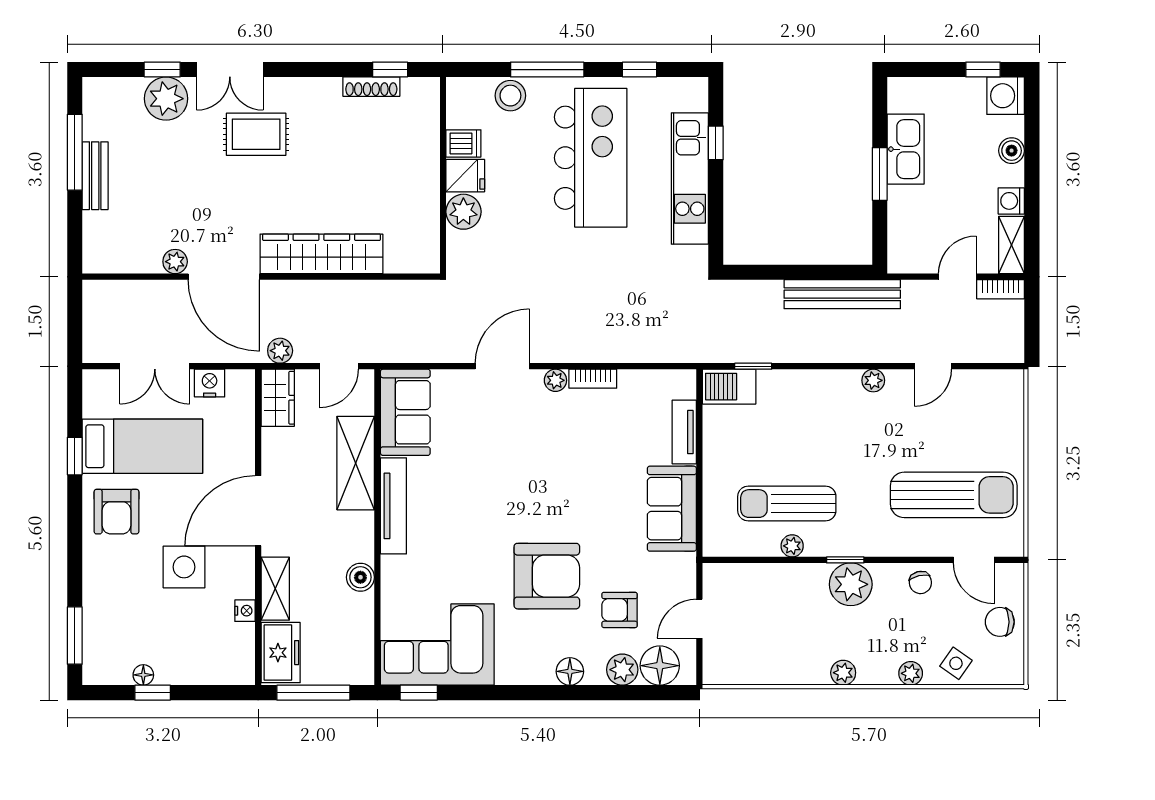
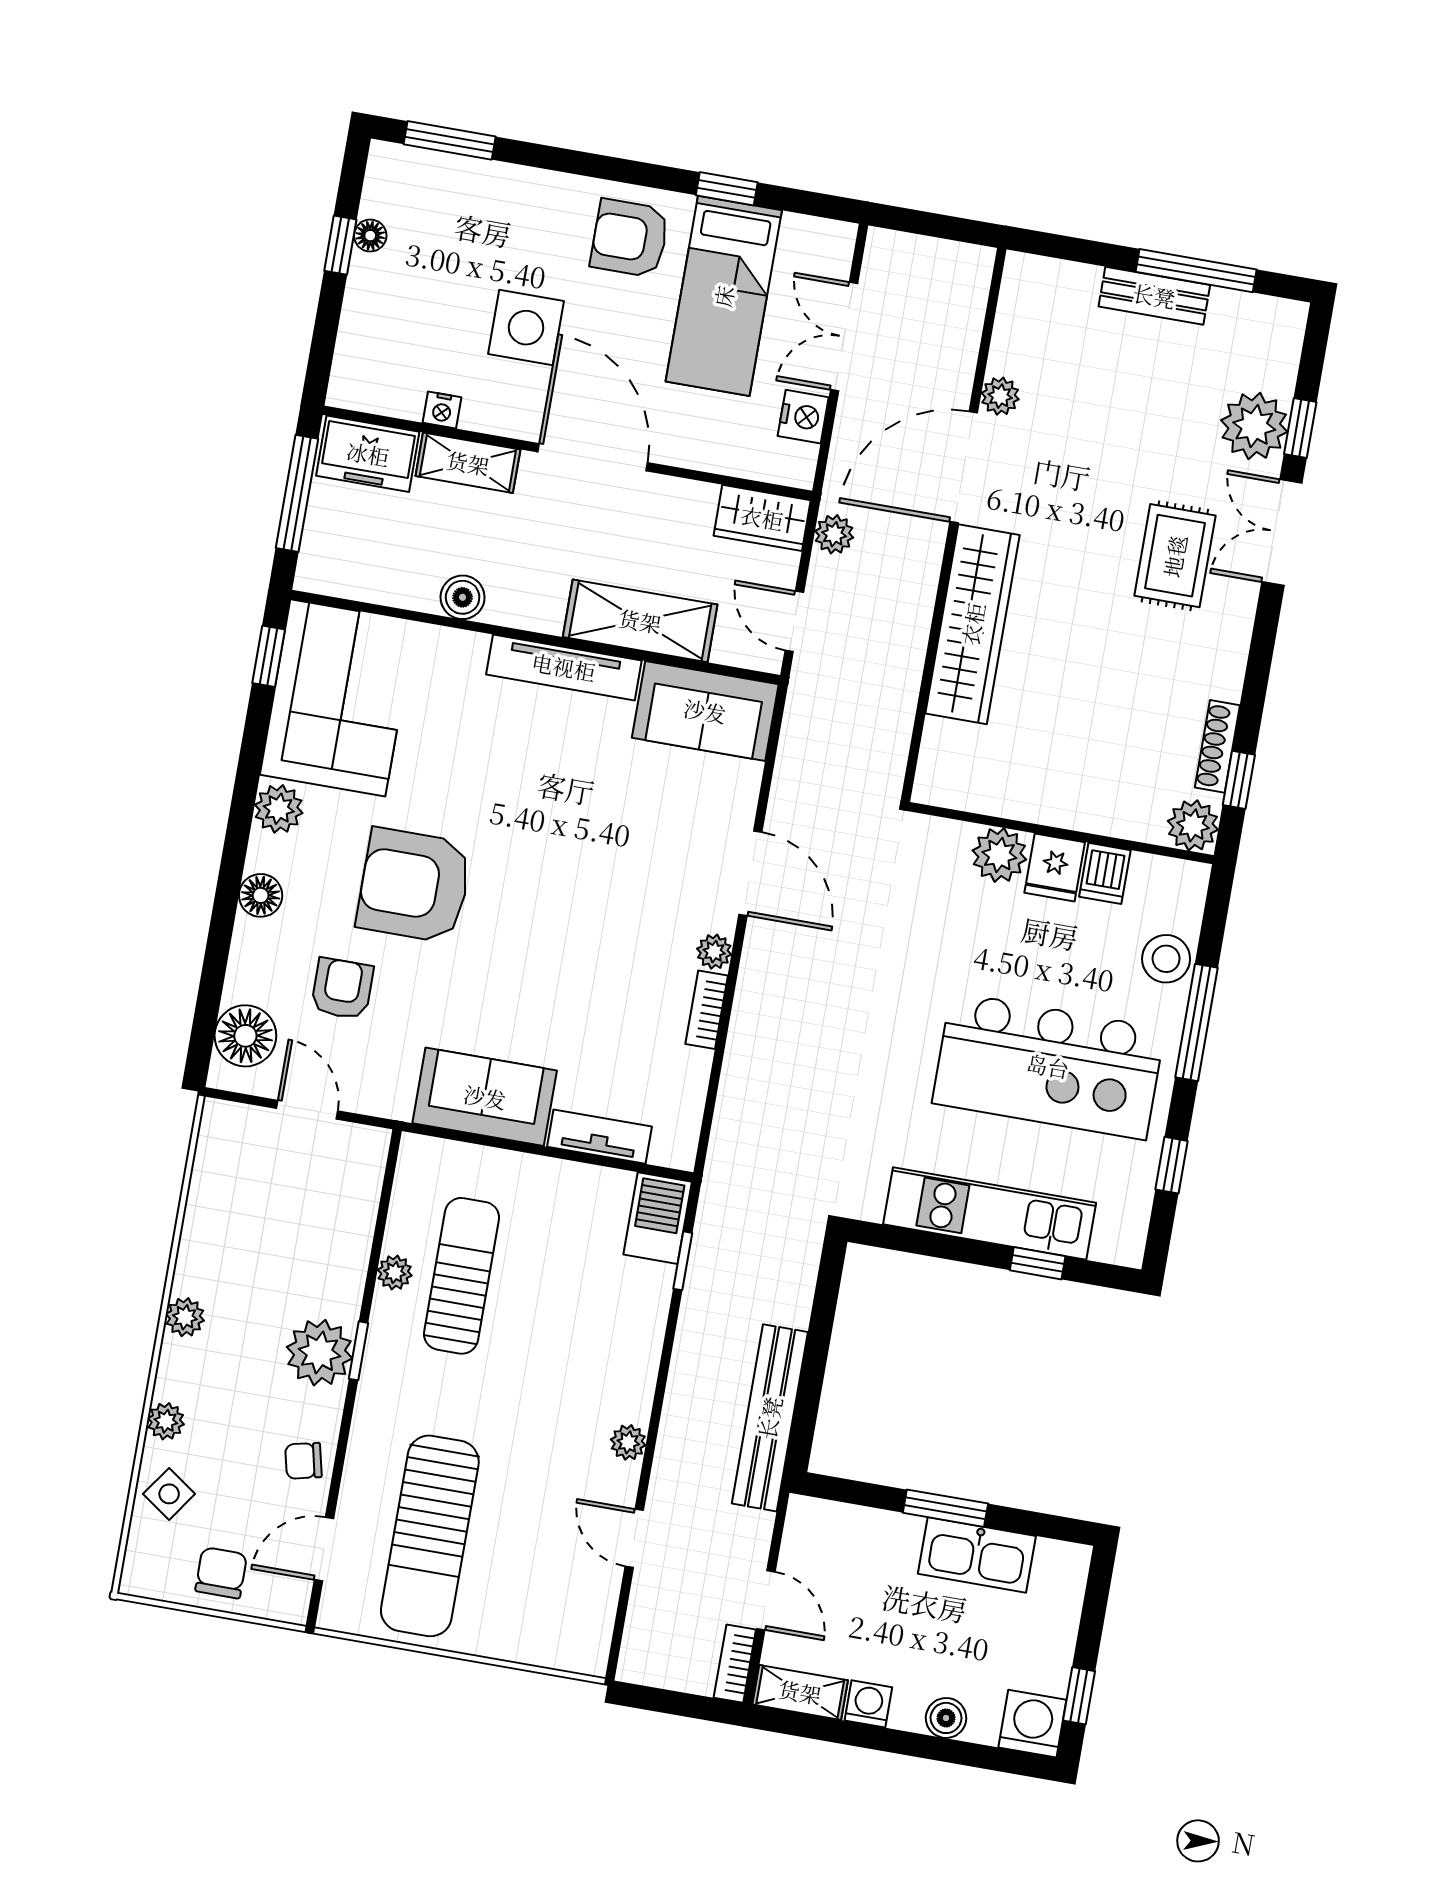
plant: (424, 93) -> (1193, 825), added
armchair: (547, 576) -> (414, 885), turned 90
plant: (622, 670) -> (279, 809), moved

